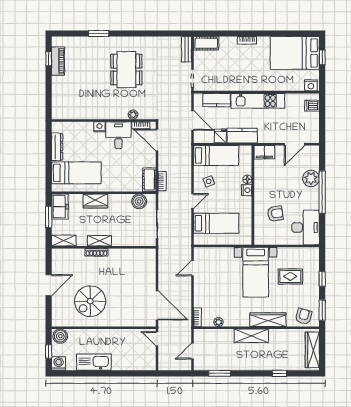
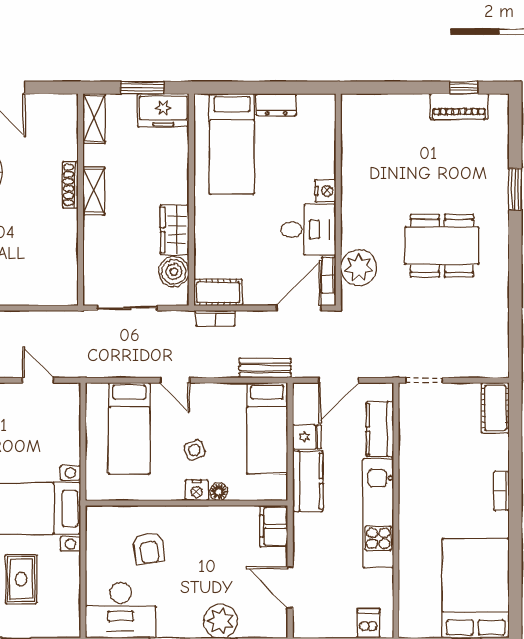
bench: (186, 49) -> (265, 368), moved
nightstand: (311, 85) -> (410, 621), removed
plant: (133, 115) -> (359, 268), width x1.87, depth x1.87
dresser: (57, 147) -> (276, 105), width x0.70
side table: (209, 181) -> (195, 450), moved
wardrobe: (95, 201) -> (175, 230), moved

